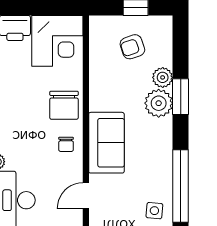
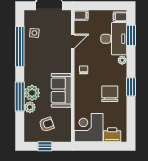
window: (181, 97) -> (20, 96), width x1.44
chair: (64, 105) -> (110, 94), moved
sofa: (106, 143) -> (61, 90), moved

